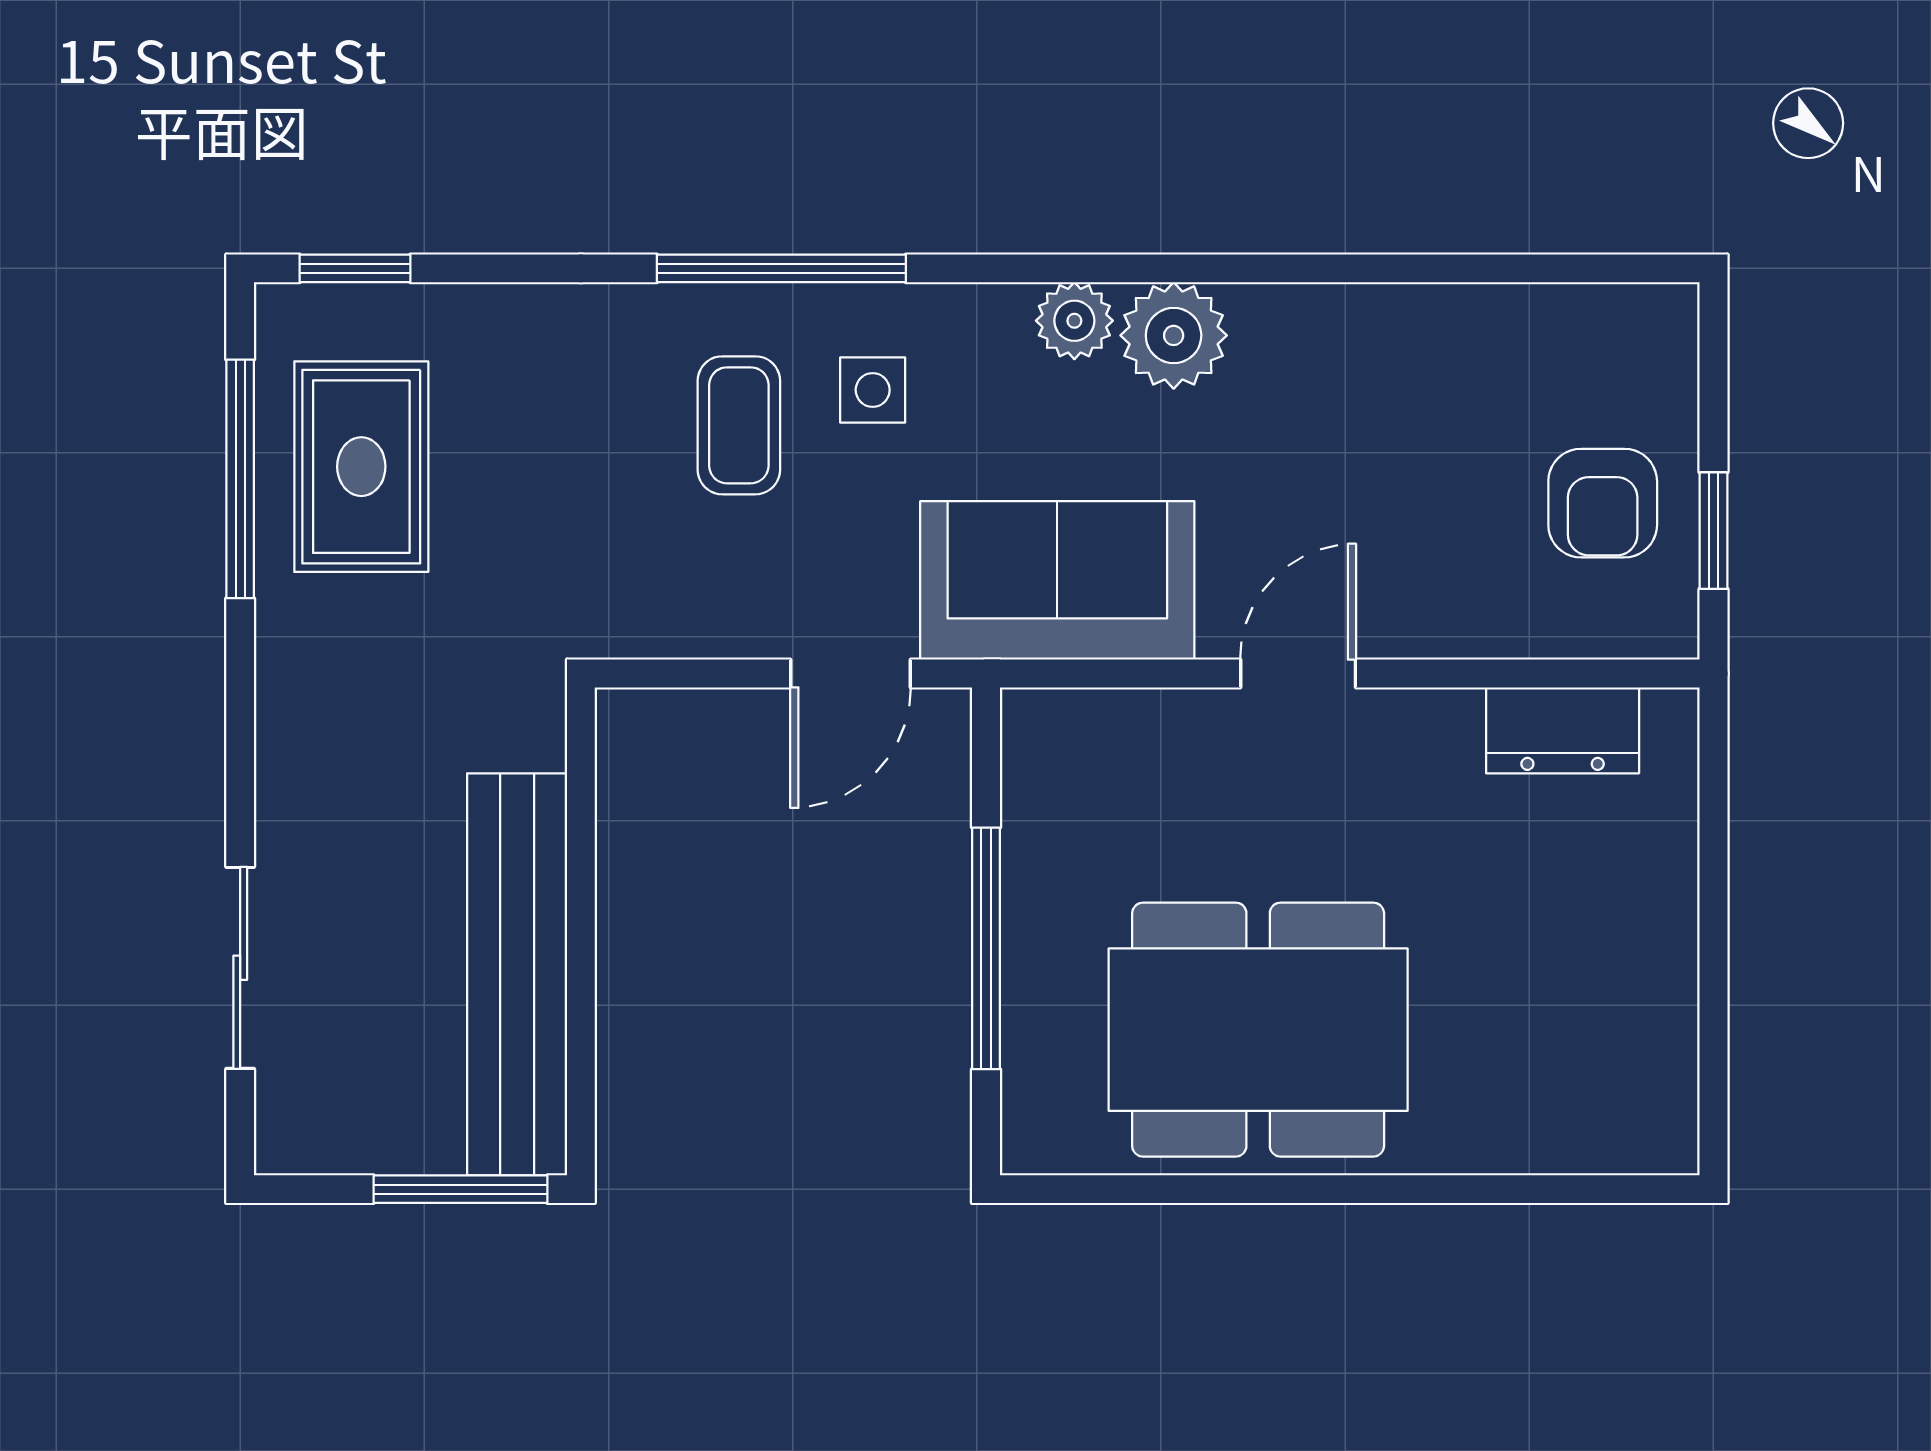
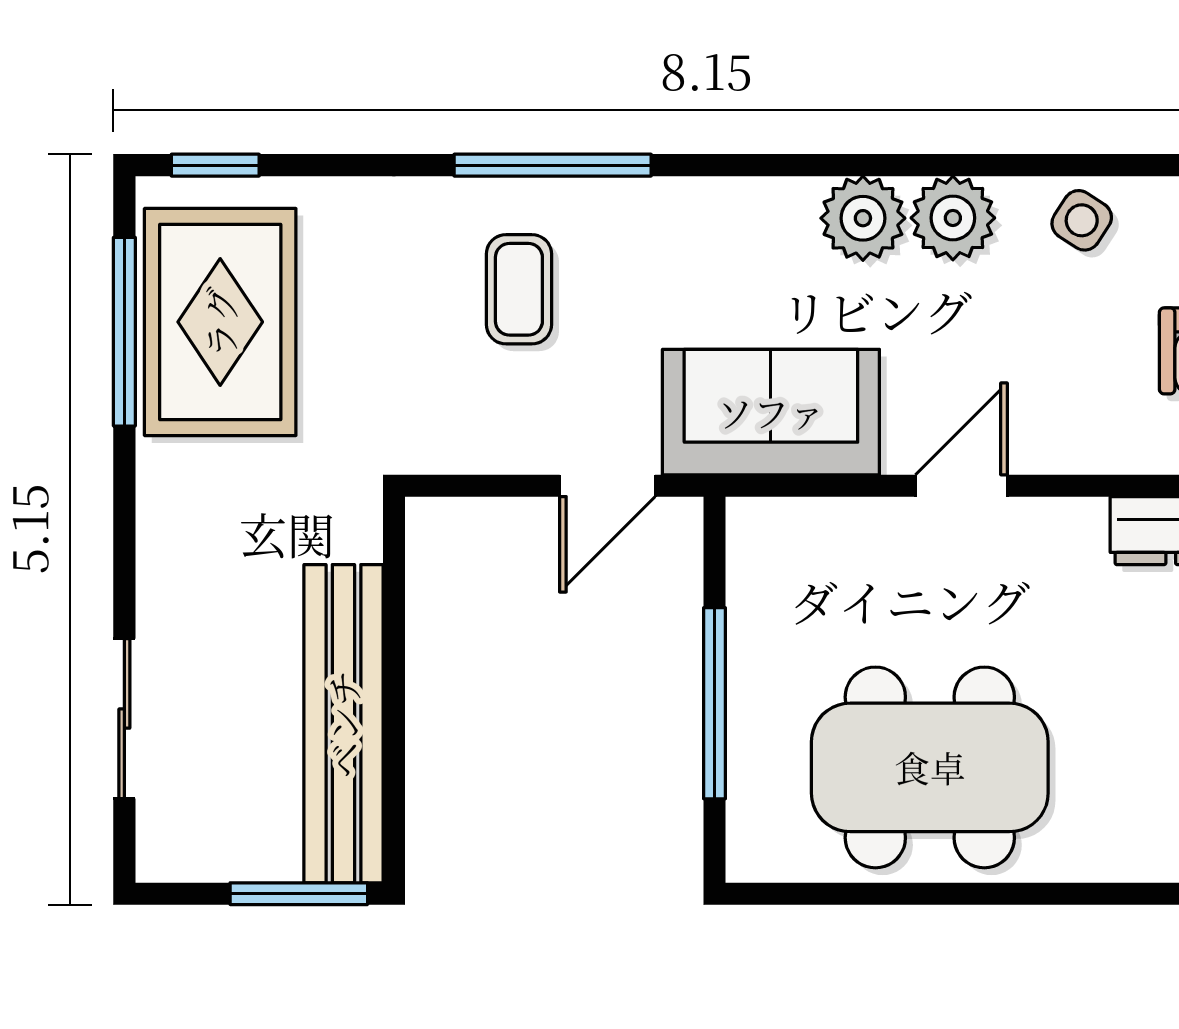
plant: (1074, 321) -> (953, 218), moved, width x1.38, depth x1.38
side table: (873, 390) -> (1082, 220), moved, turned 33
rug: (361, 467) -> (220, 322), width x1.36, depth x1.43

